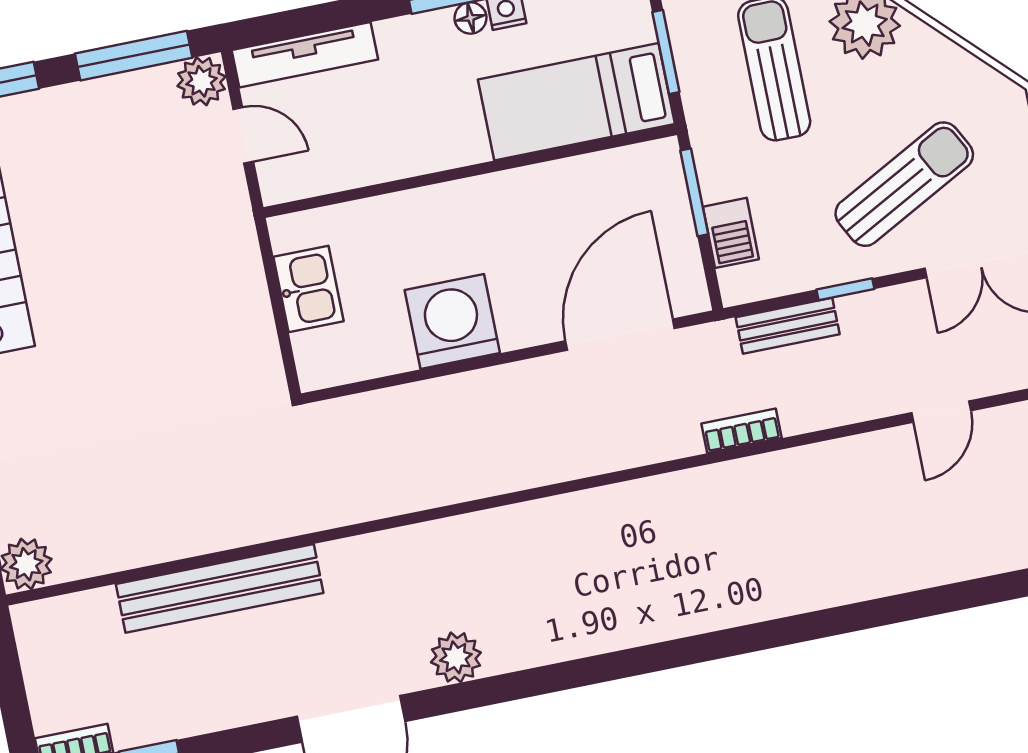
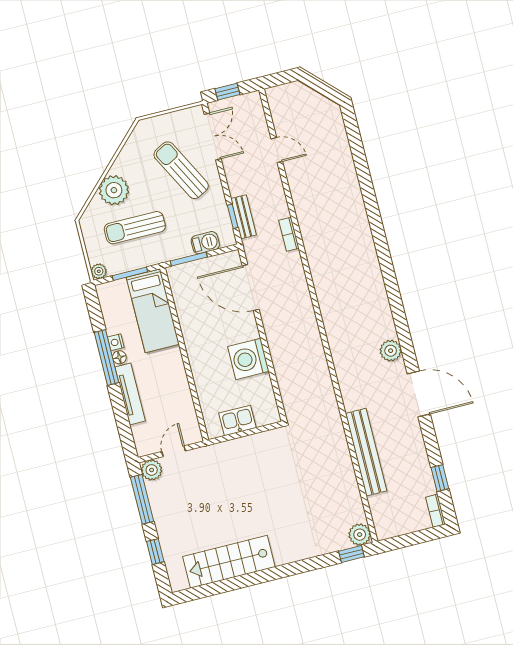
tv unit: (305, 55) -> (130, 394), moved
window: (845, 289) -> (233, 216), moved

